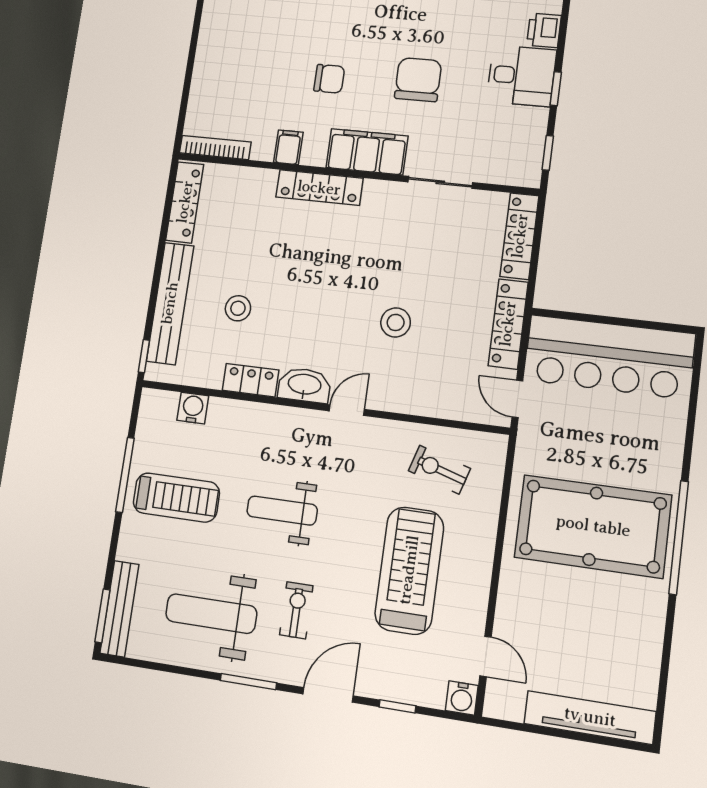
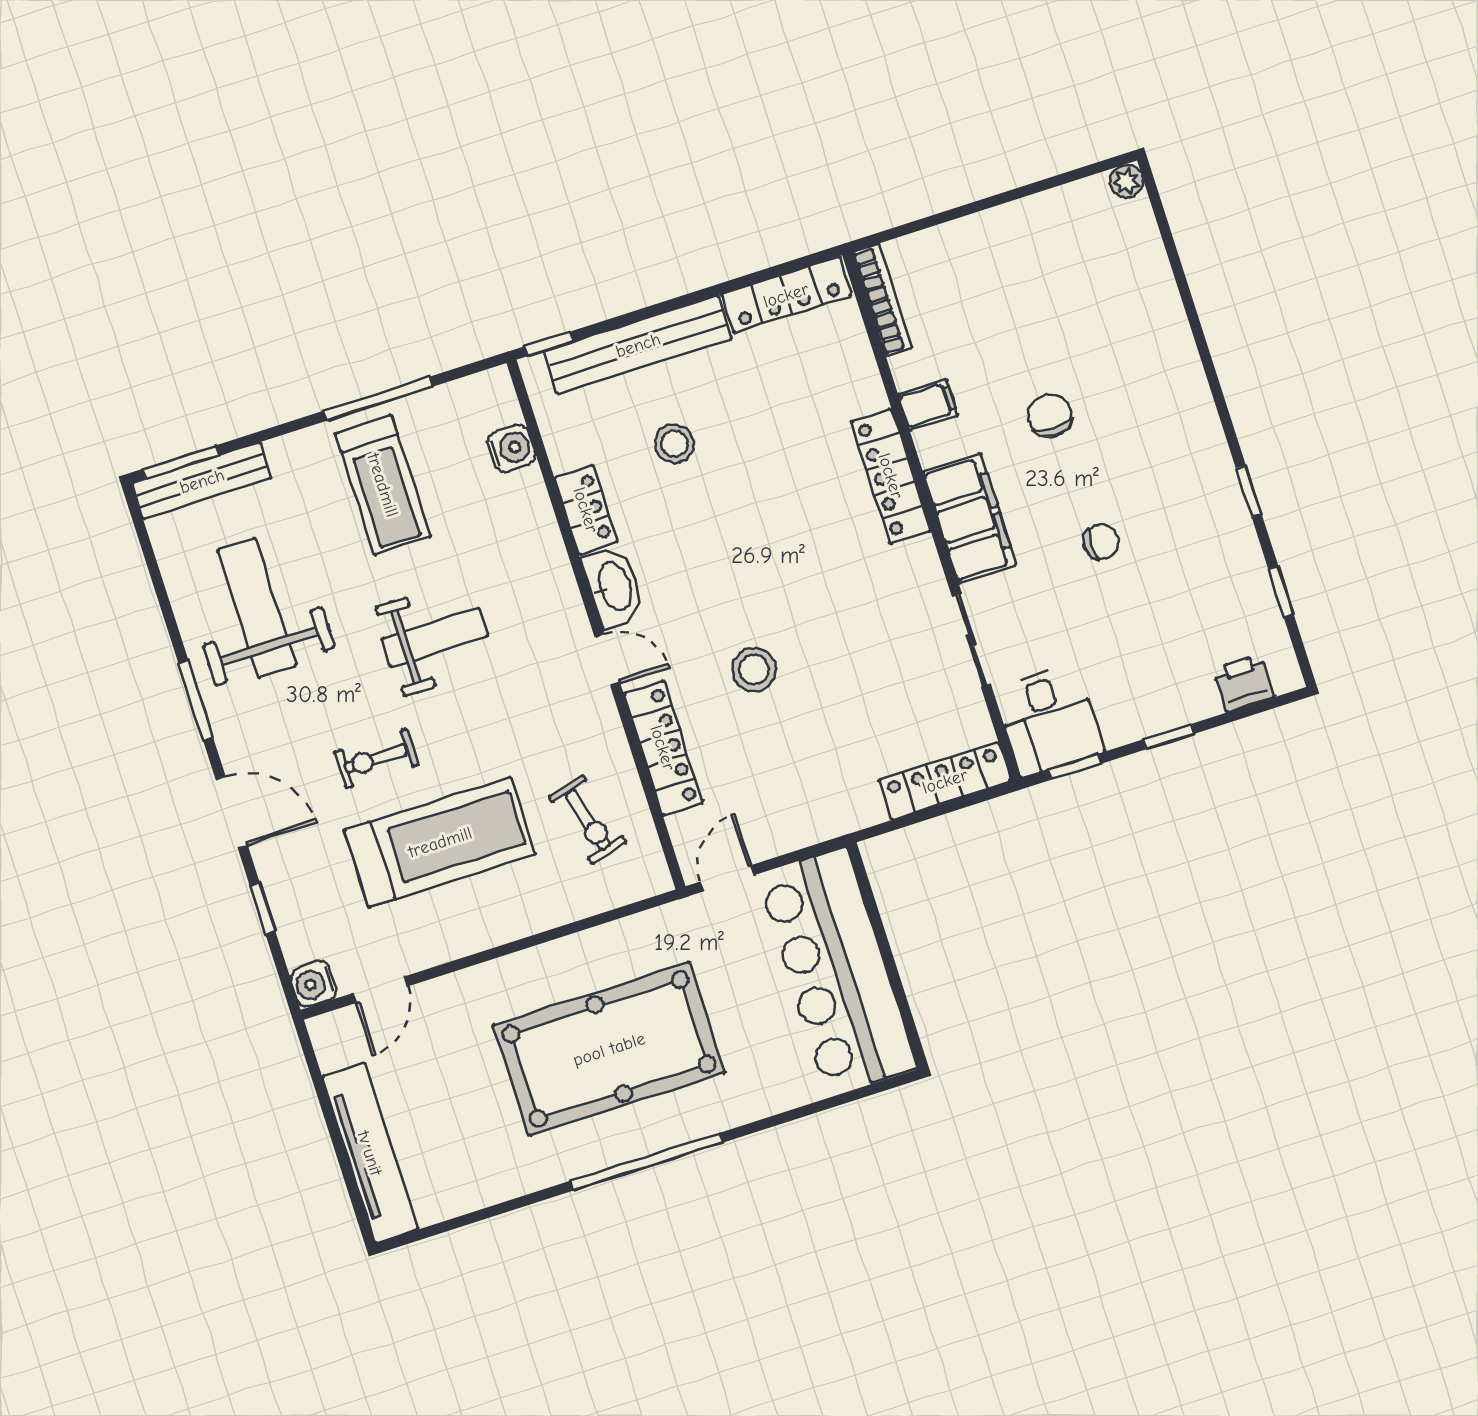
desk: (521, 76) -> (1049, 720), moved
chair: (329, 79) -> (1049, 416), turned 180
chair: (418, 80) -> (1101, 542), width x0.54, depth x0.54
locker: (508, 324) -> (663, 748), moved, turned 90
exercise bike: (439, 470) -> (588, 820), turned 148
weight bench: (282, 511) -> (435, 637), turned 90
pool table: (593, 526) -> (609, 1049), turned 90
exercise bike: (296, 610) -> (376, 758), moved, turned 180

